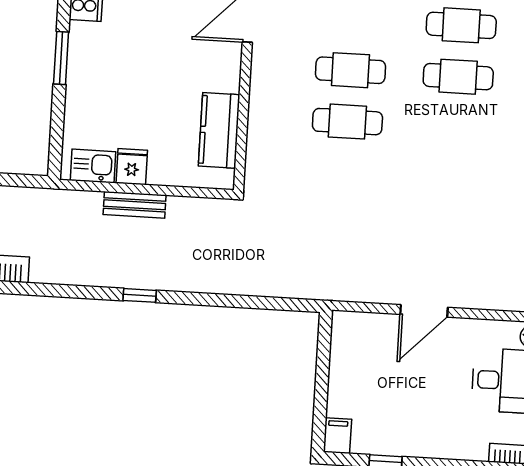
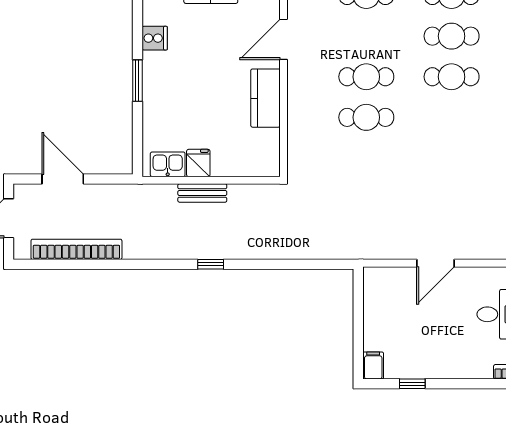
kitchen counter: (219, 130) -> (265, 98), moved

